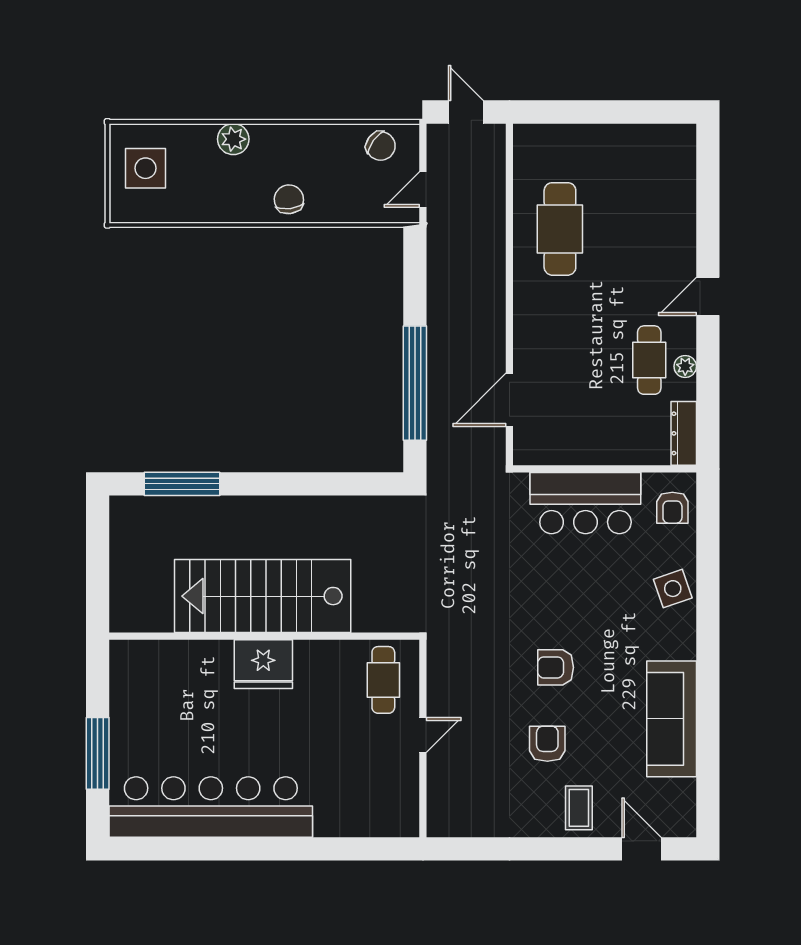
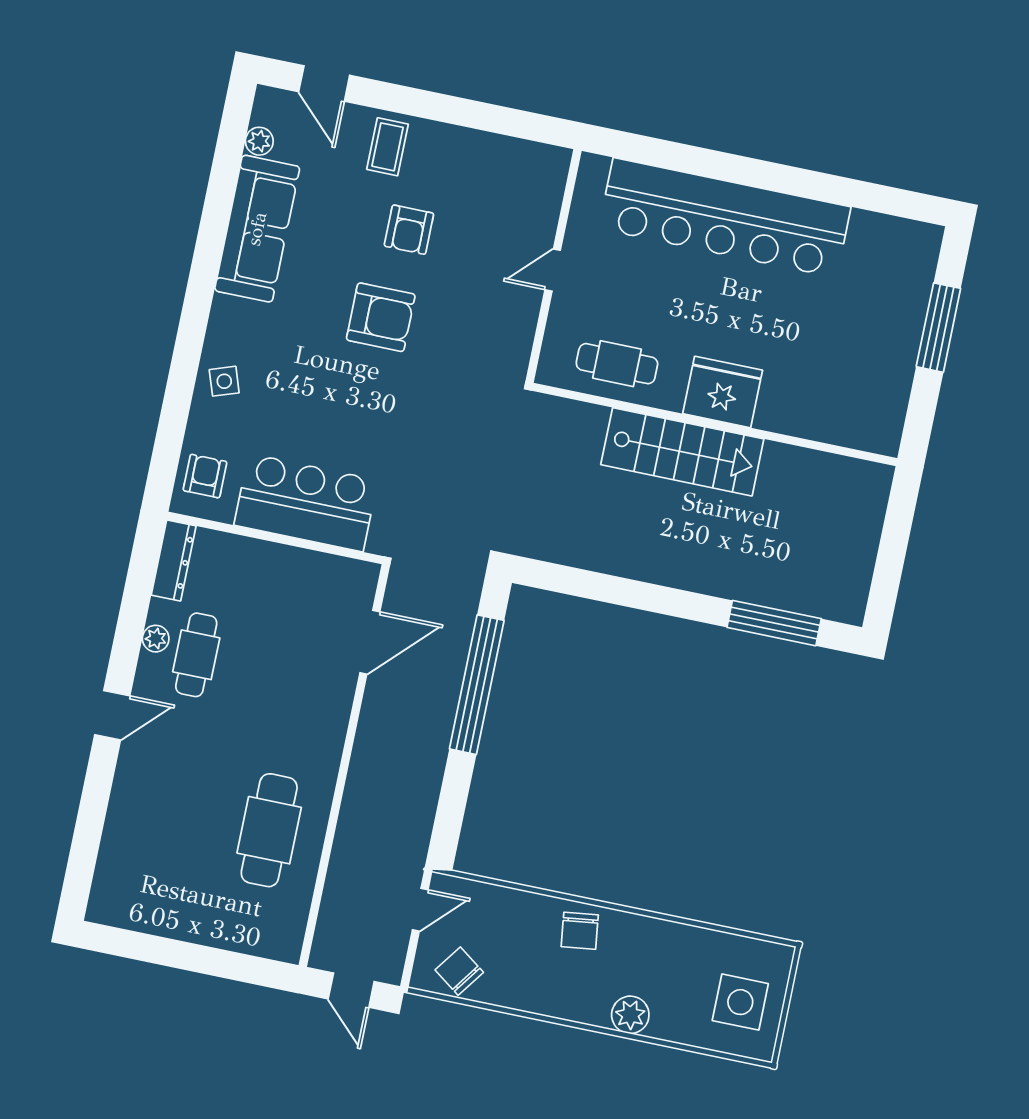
side table: (673, 589) -> (224, 381), width x0.73, depth x0.73
stairs: (263, 596) -> (682, 452), width x0.73, depth x0.66
armchair: (556, 667) -> (381, 317), width x1.38, depth x1.38
cafe table: (383, 680) -> (617, 364), moved, turned 90
plant: (685, 791) -> (259, 141), added
bar counter: (211, 807) -> (725, 218), moved

